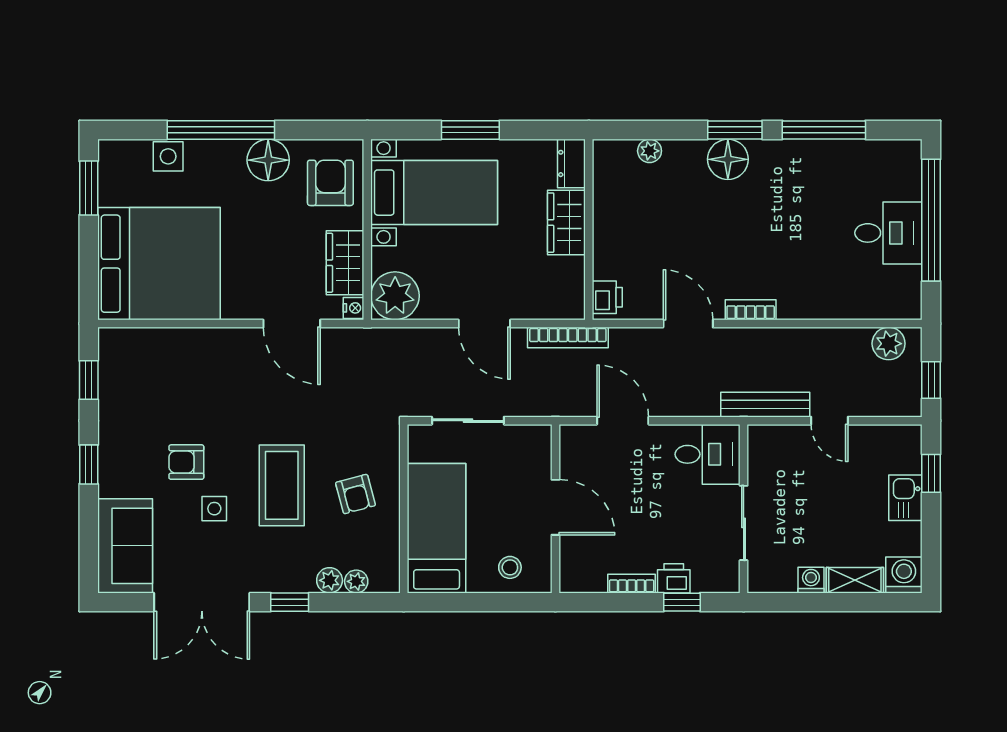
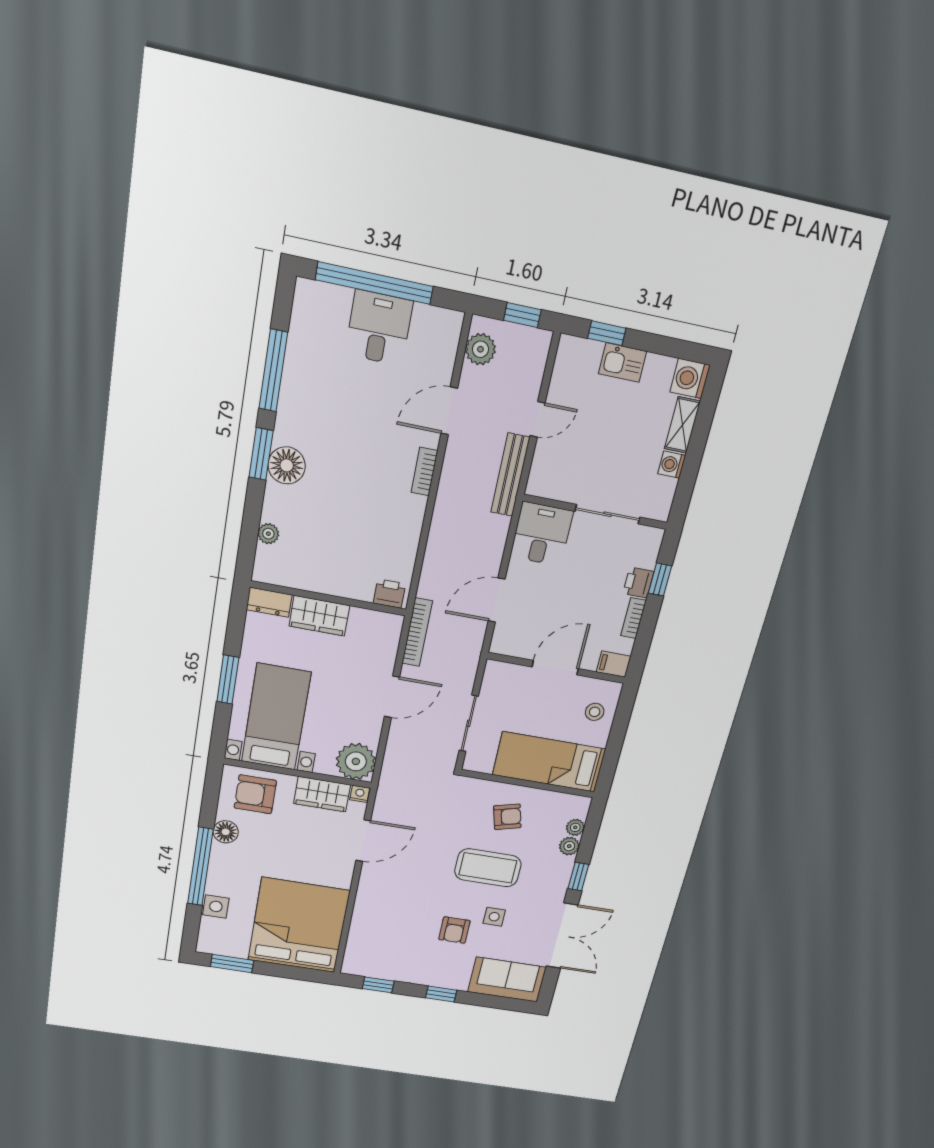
floor lamp: (268, 160) -> (226, 832), width x0.73, depth x0.73
door: (688, 324) -> (449, 411), moved
filing cabinet: (573, 575) -> (614, 664), added

